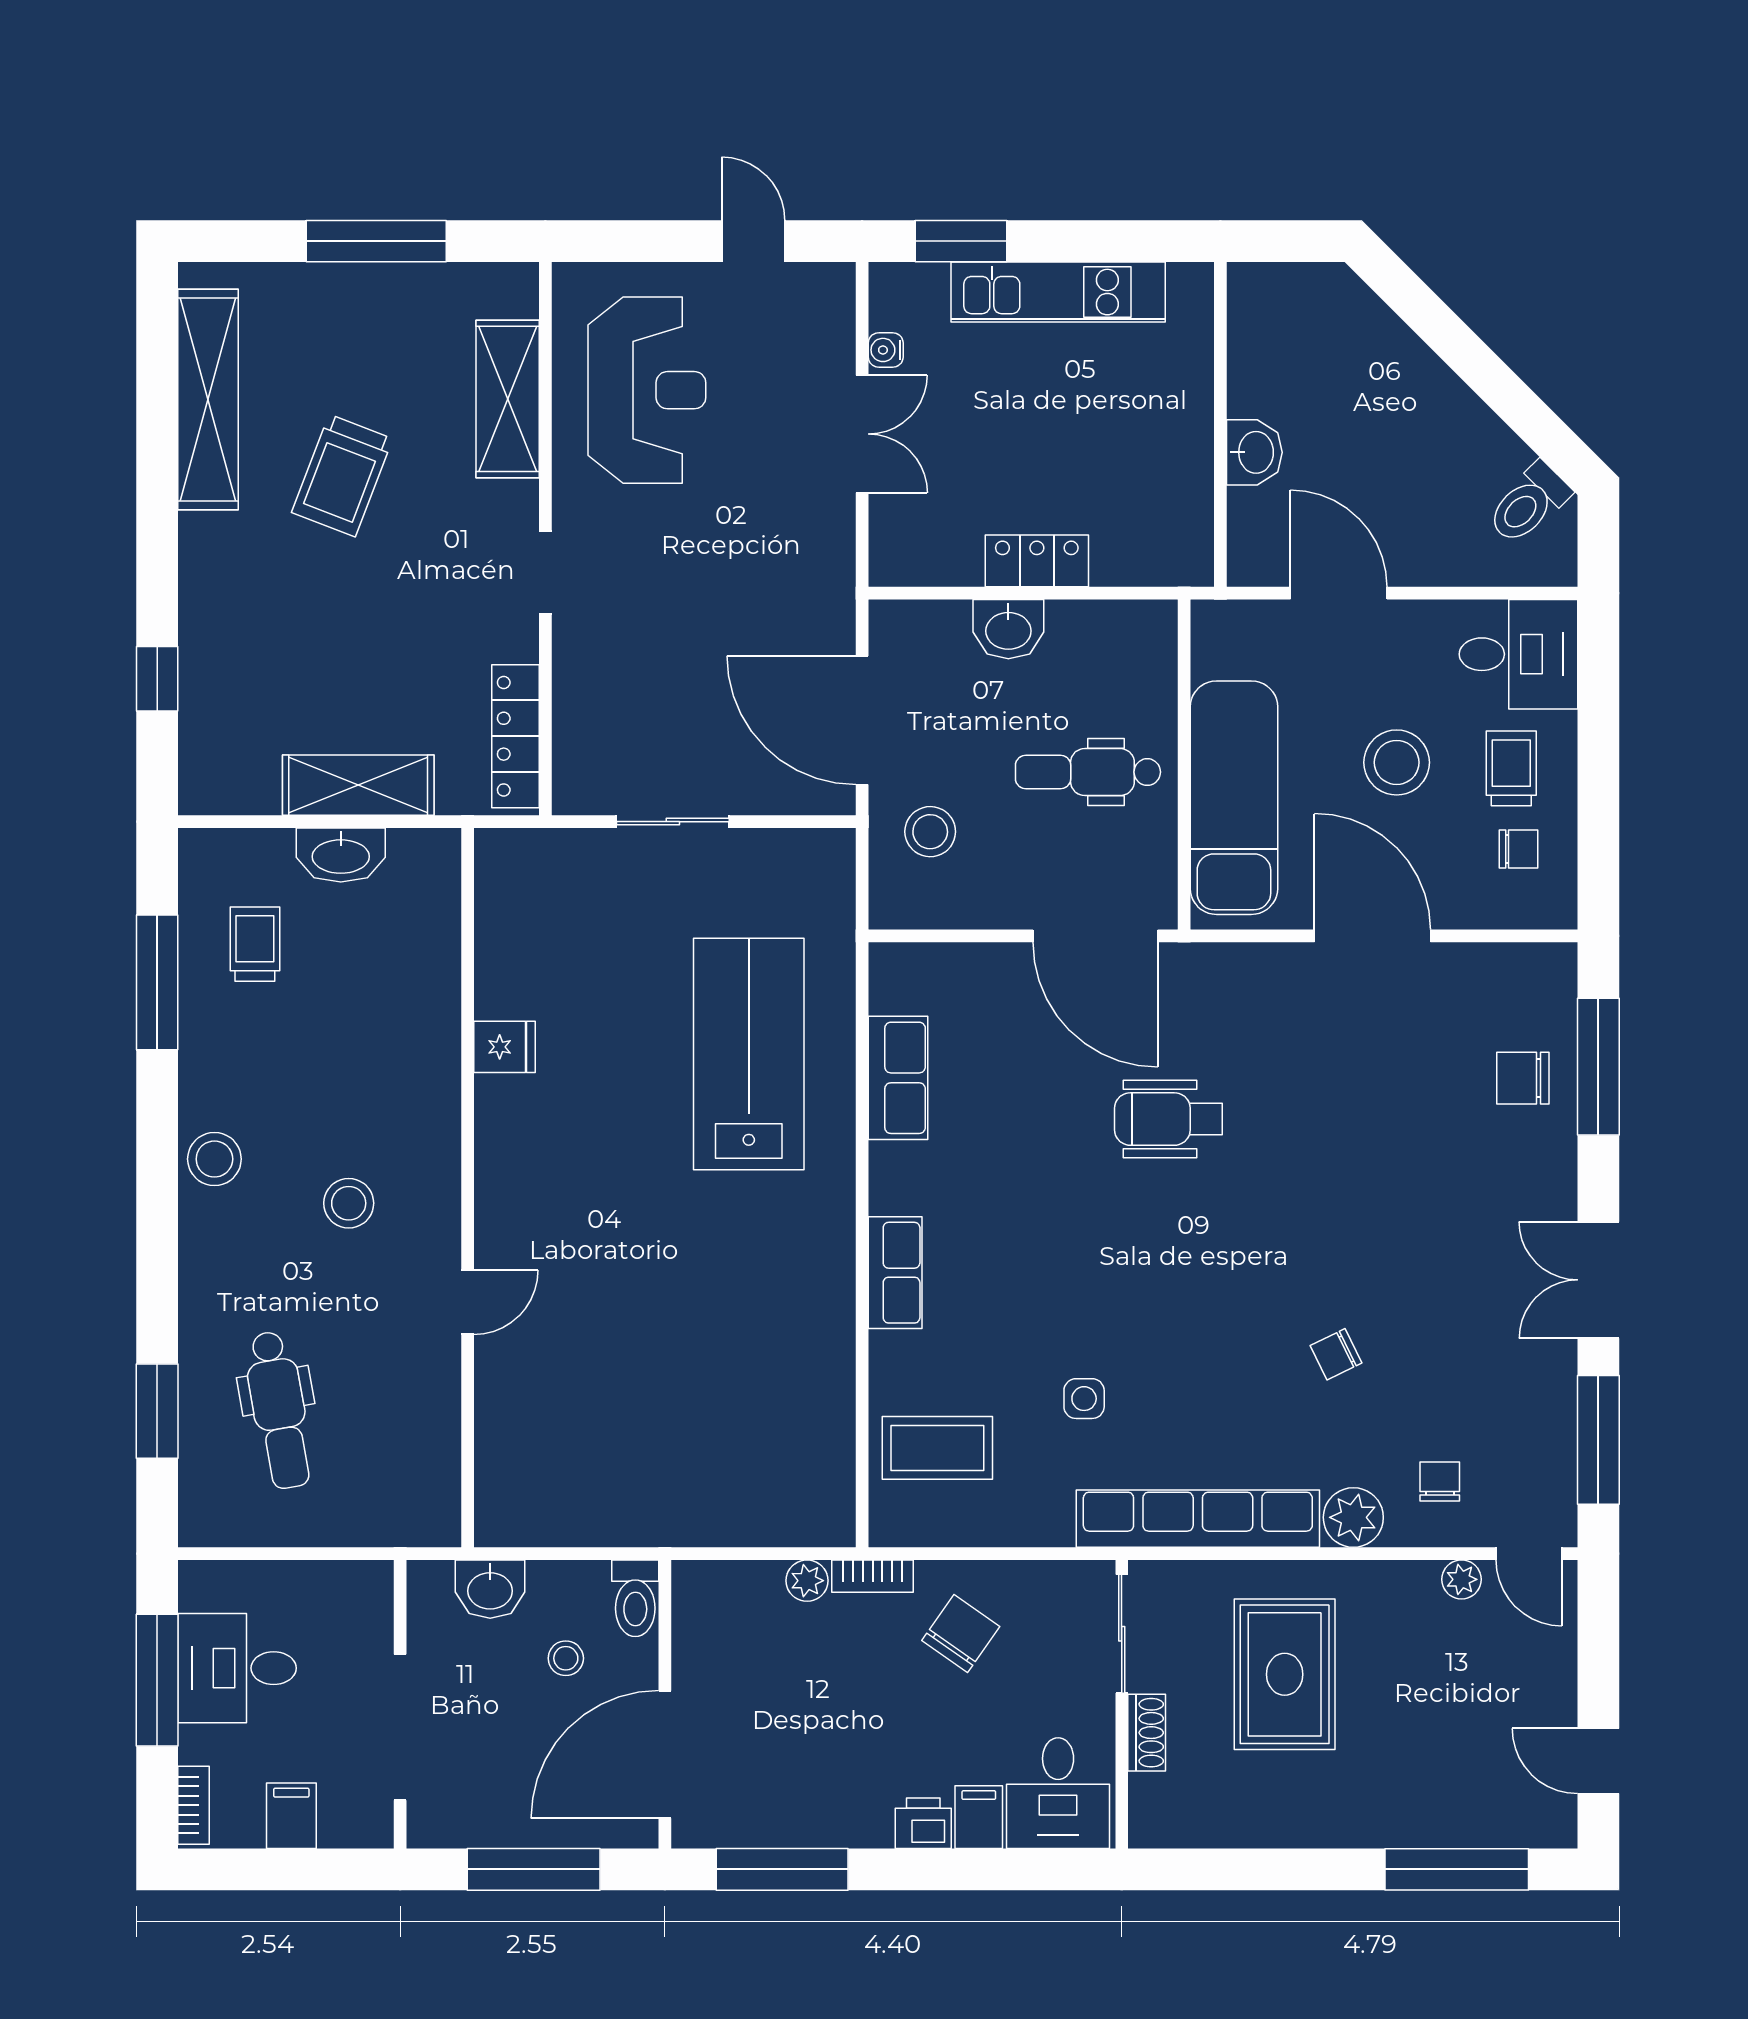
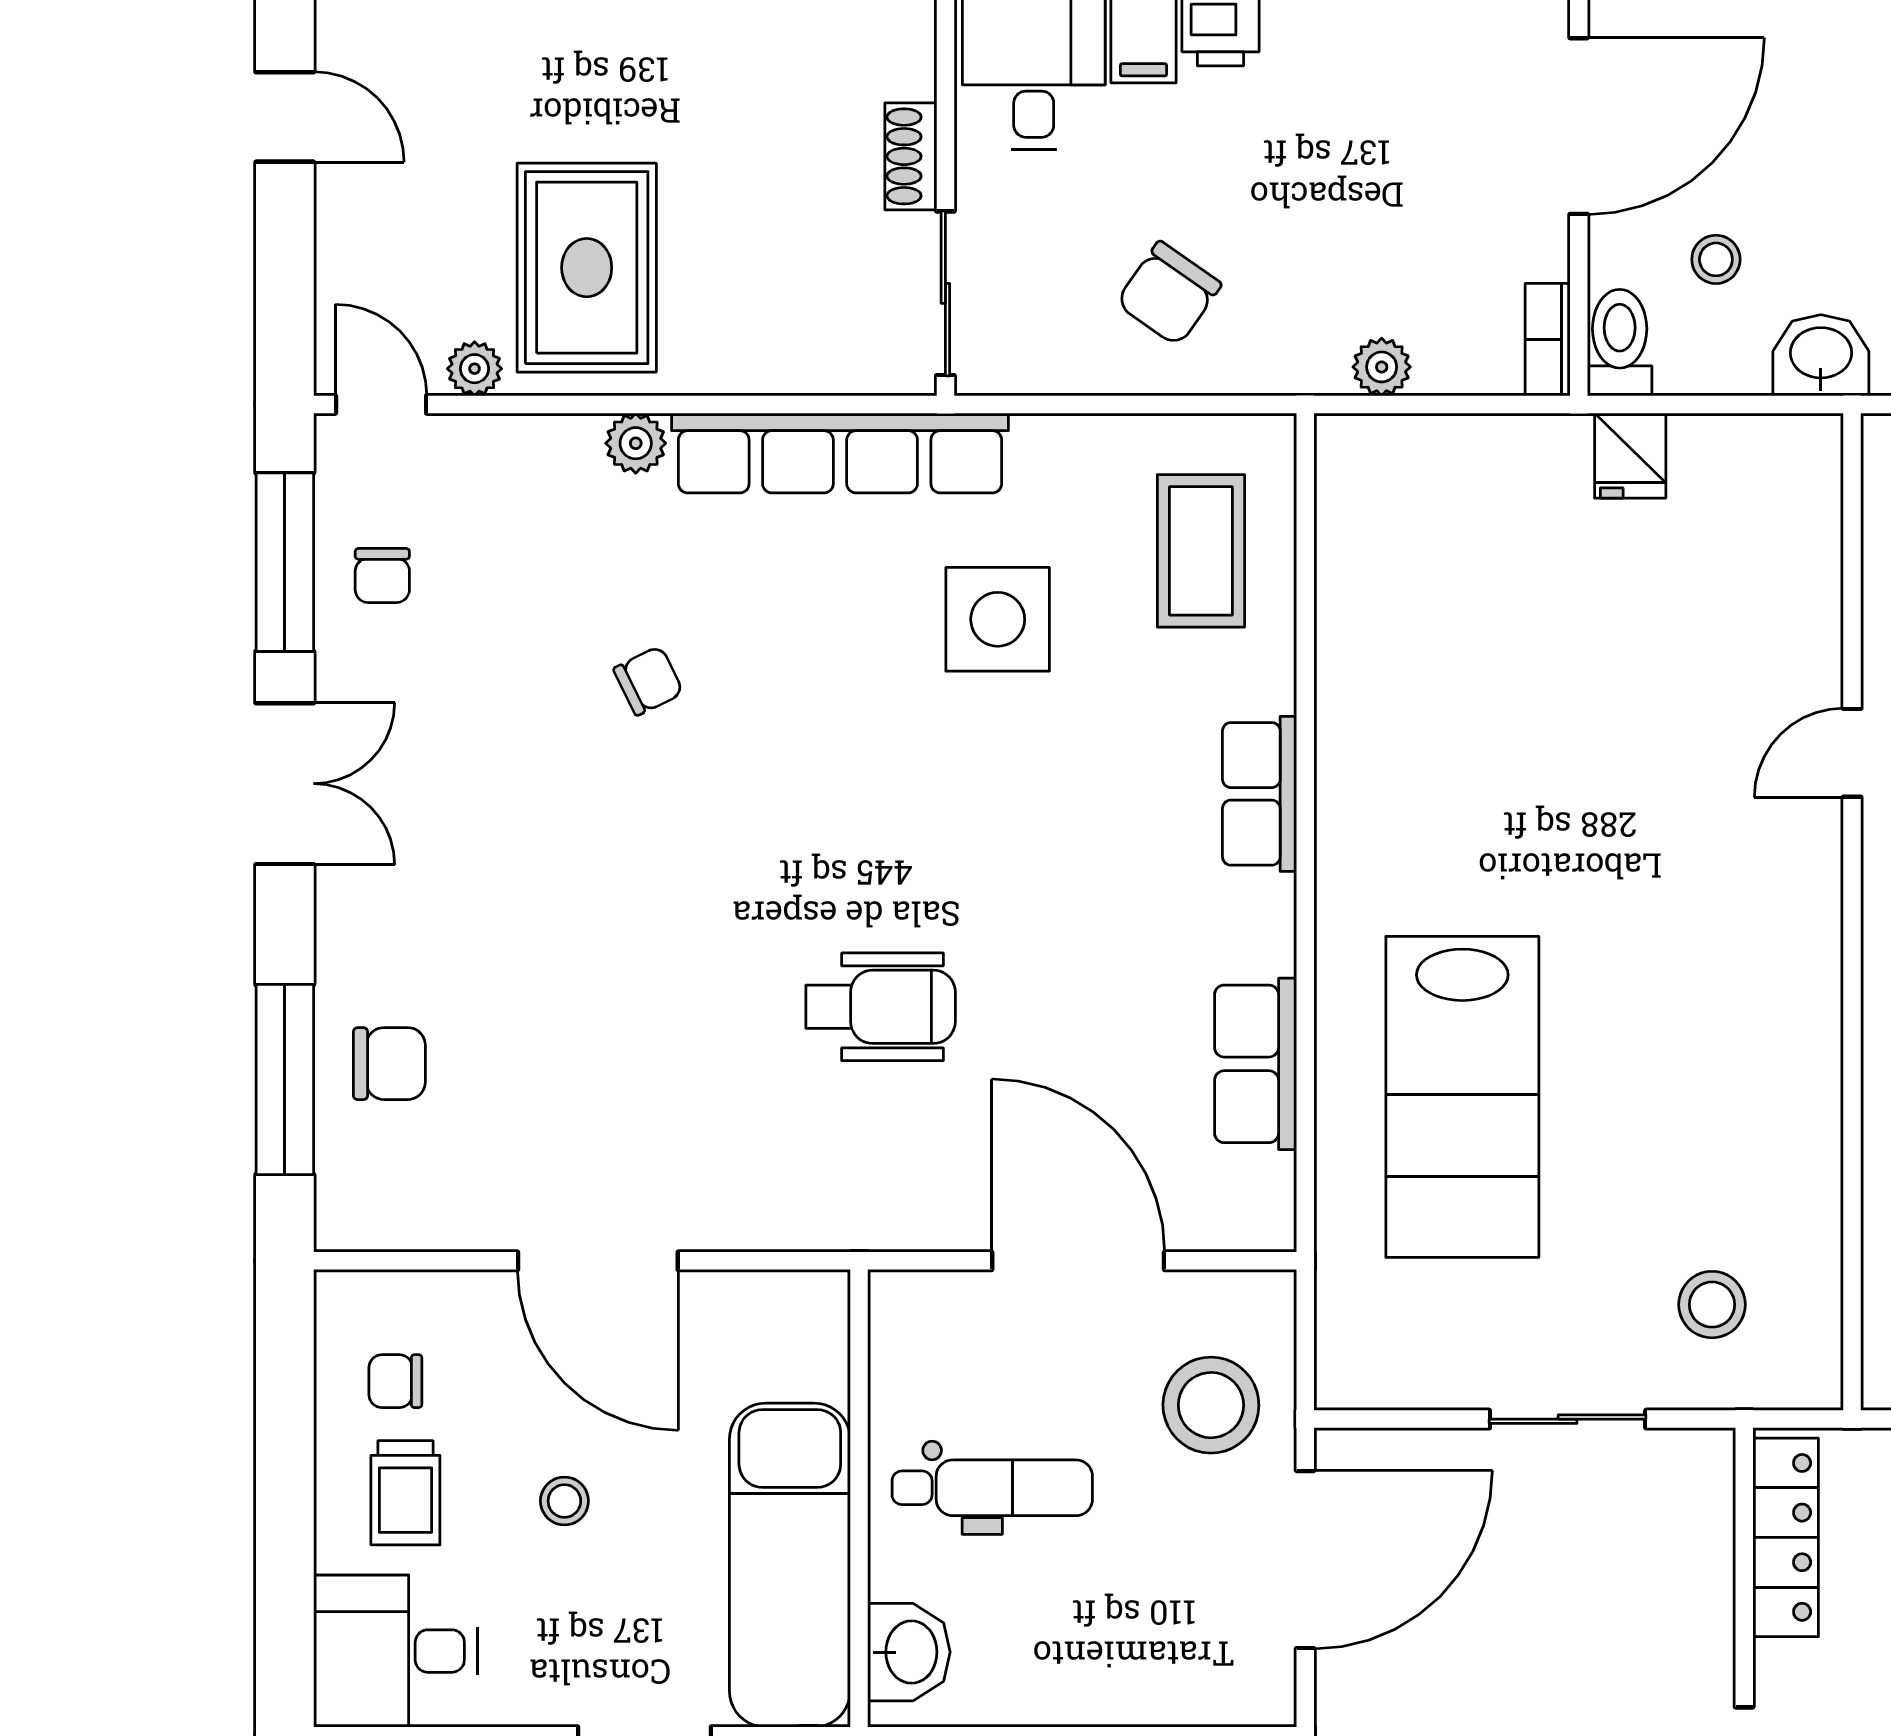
washbasin: (1008, 629) -> (909, 1652), moved, turned 90
door: (862, 720) -> (1305, 1560), hinge flipped
stool: (1397, 762) -> (564, 1501), width x0.53, depth x0.53
exam couch: (1234, 798) -> (790, 1565), moved
stool: (930, 832) -> (1211, 1405), width x1.38, depth x1.38
stool: (569, 904) -> (1712, 1305), added
door: (1095, 936) -> (1078, 1261), moved
fridge: (504, 1047) -> (1630, 456), moved, turned -90
side table: (1084, 1399) -> (998, 619), width x1.87, depth x1.87
coffee table: (937, 1448) -> (1201, 551), turned 90
chair: (1440, 1482) -> (382, 576), moved
plant: (1353, 1517) -> (636, 443), width x0.73, depth x0.73
bookcase: (873, 1576) -> (1548, 340), moved, turned -90
rug: (1285, 1674) -> (587, 268), moved

